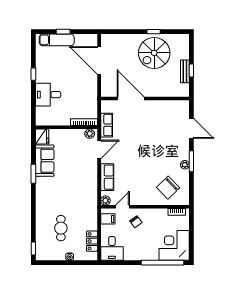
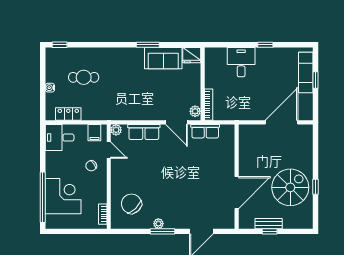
spiral stairs: (154, 53) -> (290, 187), turned 90
door: (131, 98) -> (237, 193), moved
corner desk: (174, 245) -> (63, 196), moved

